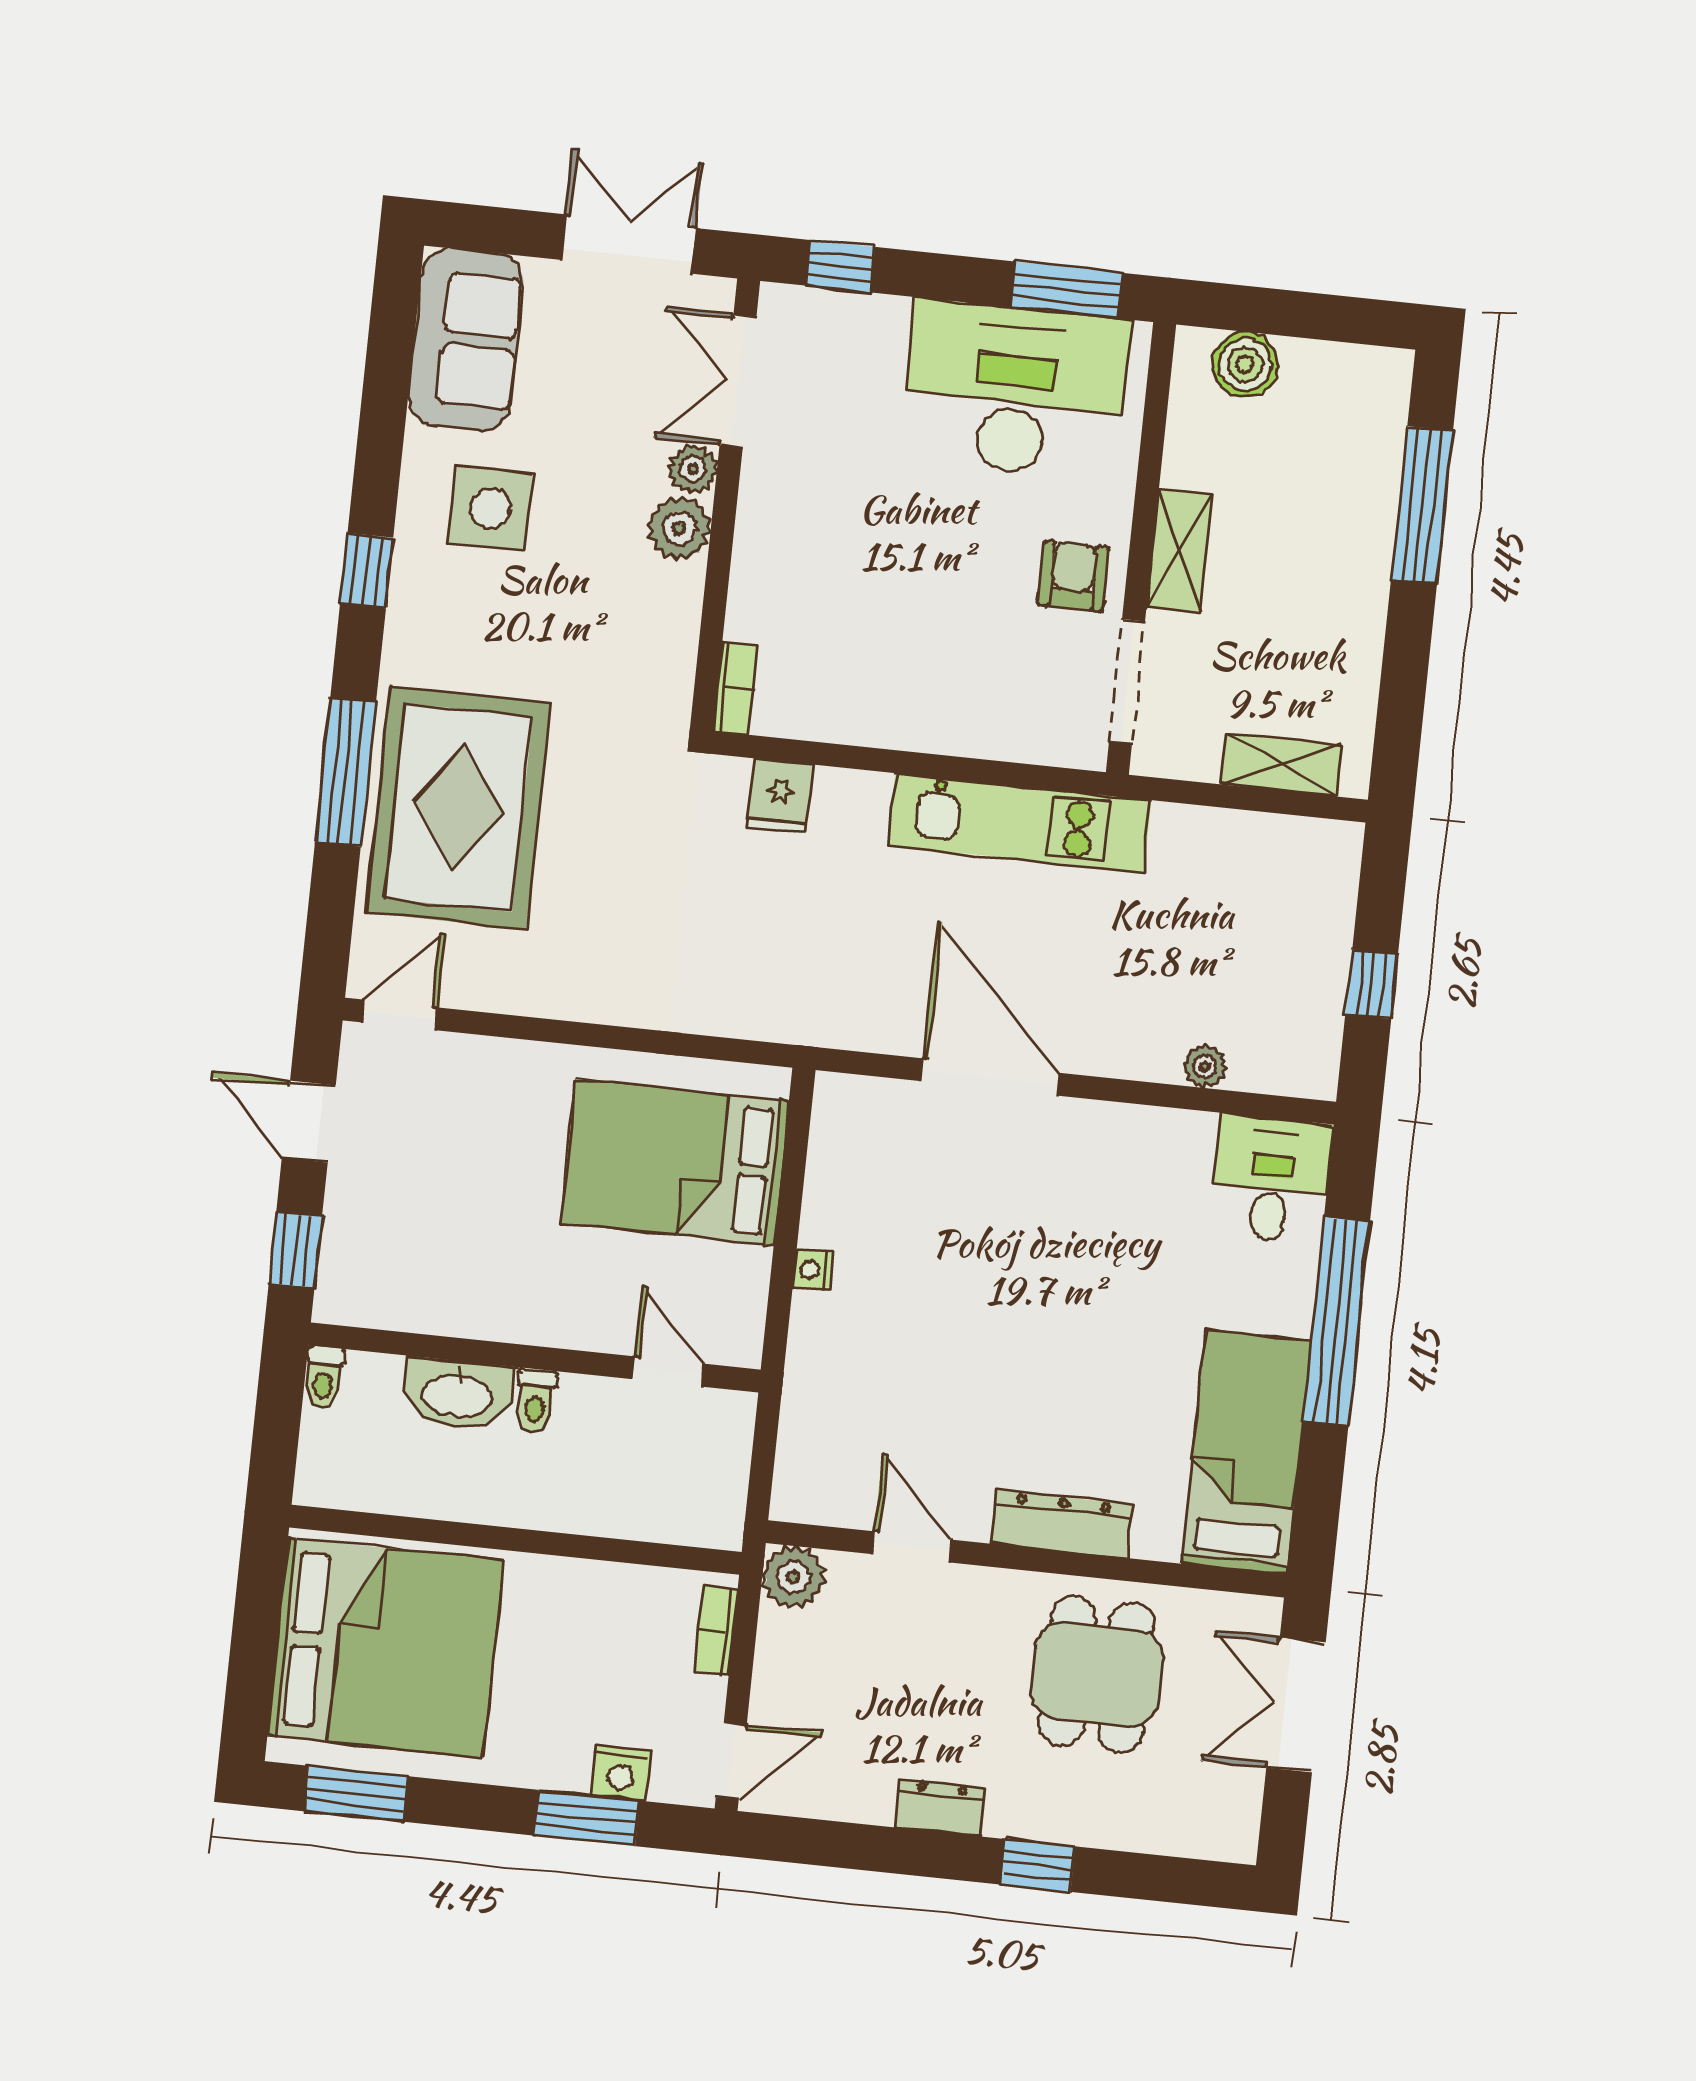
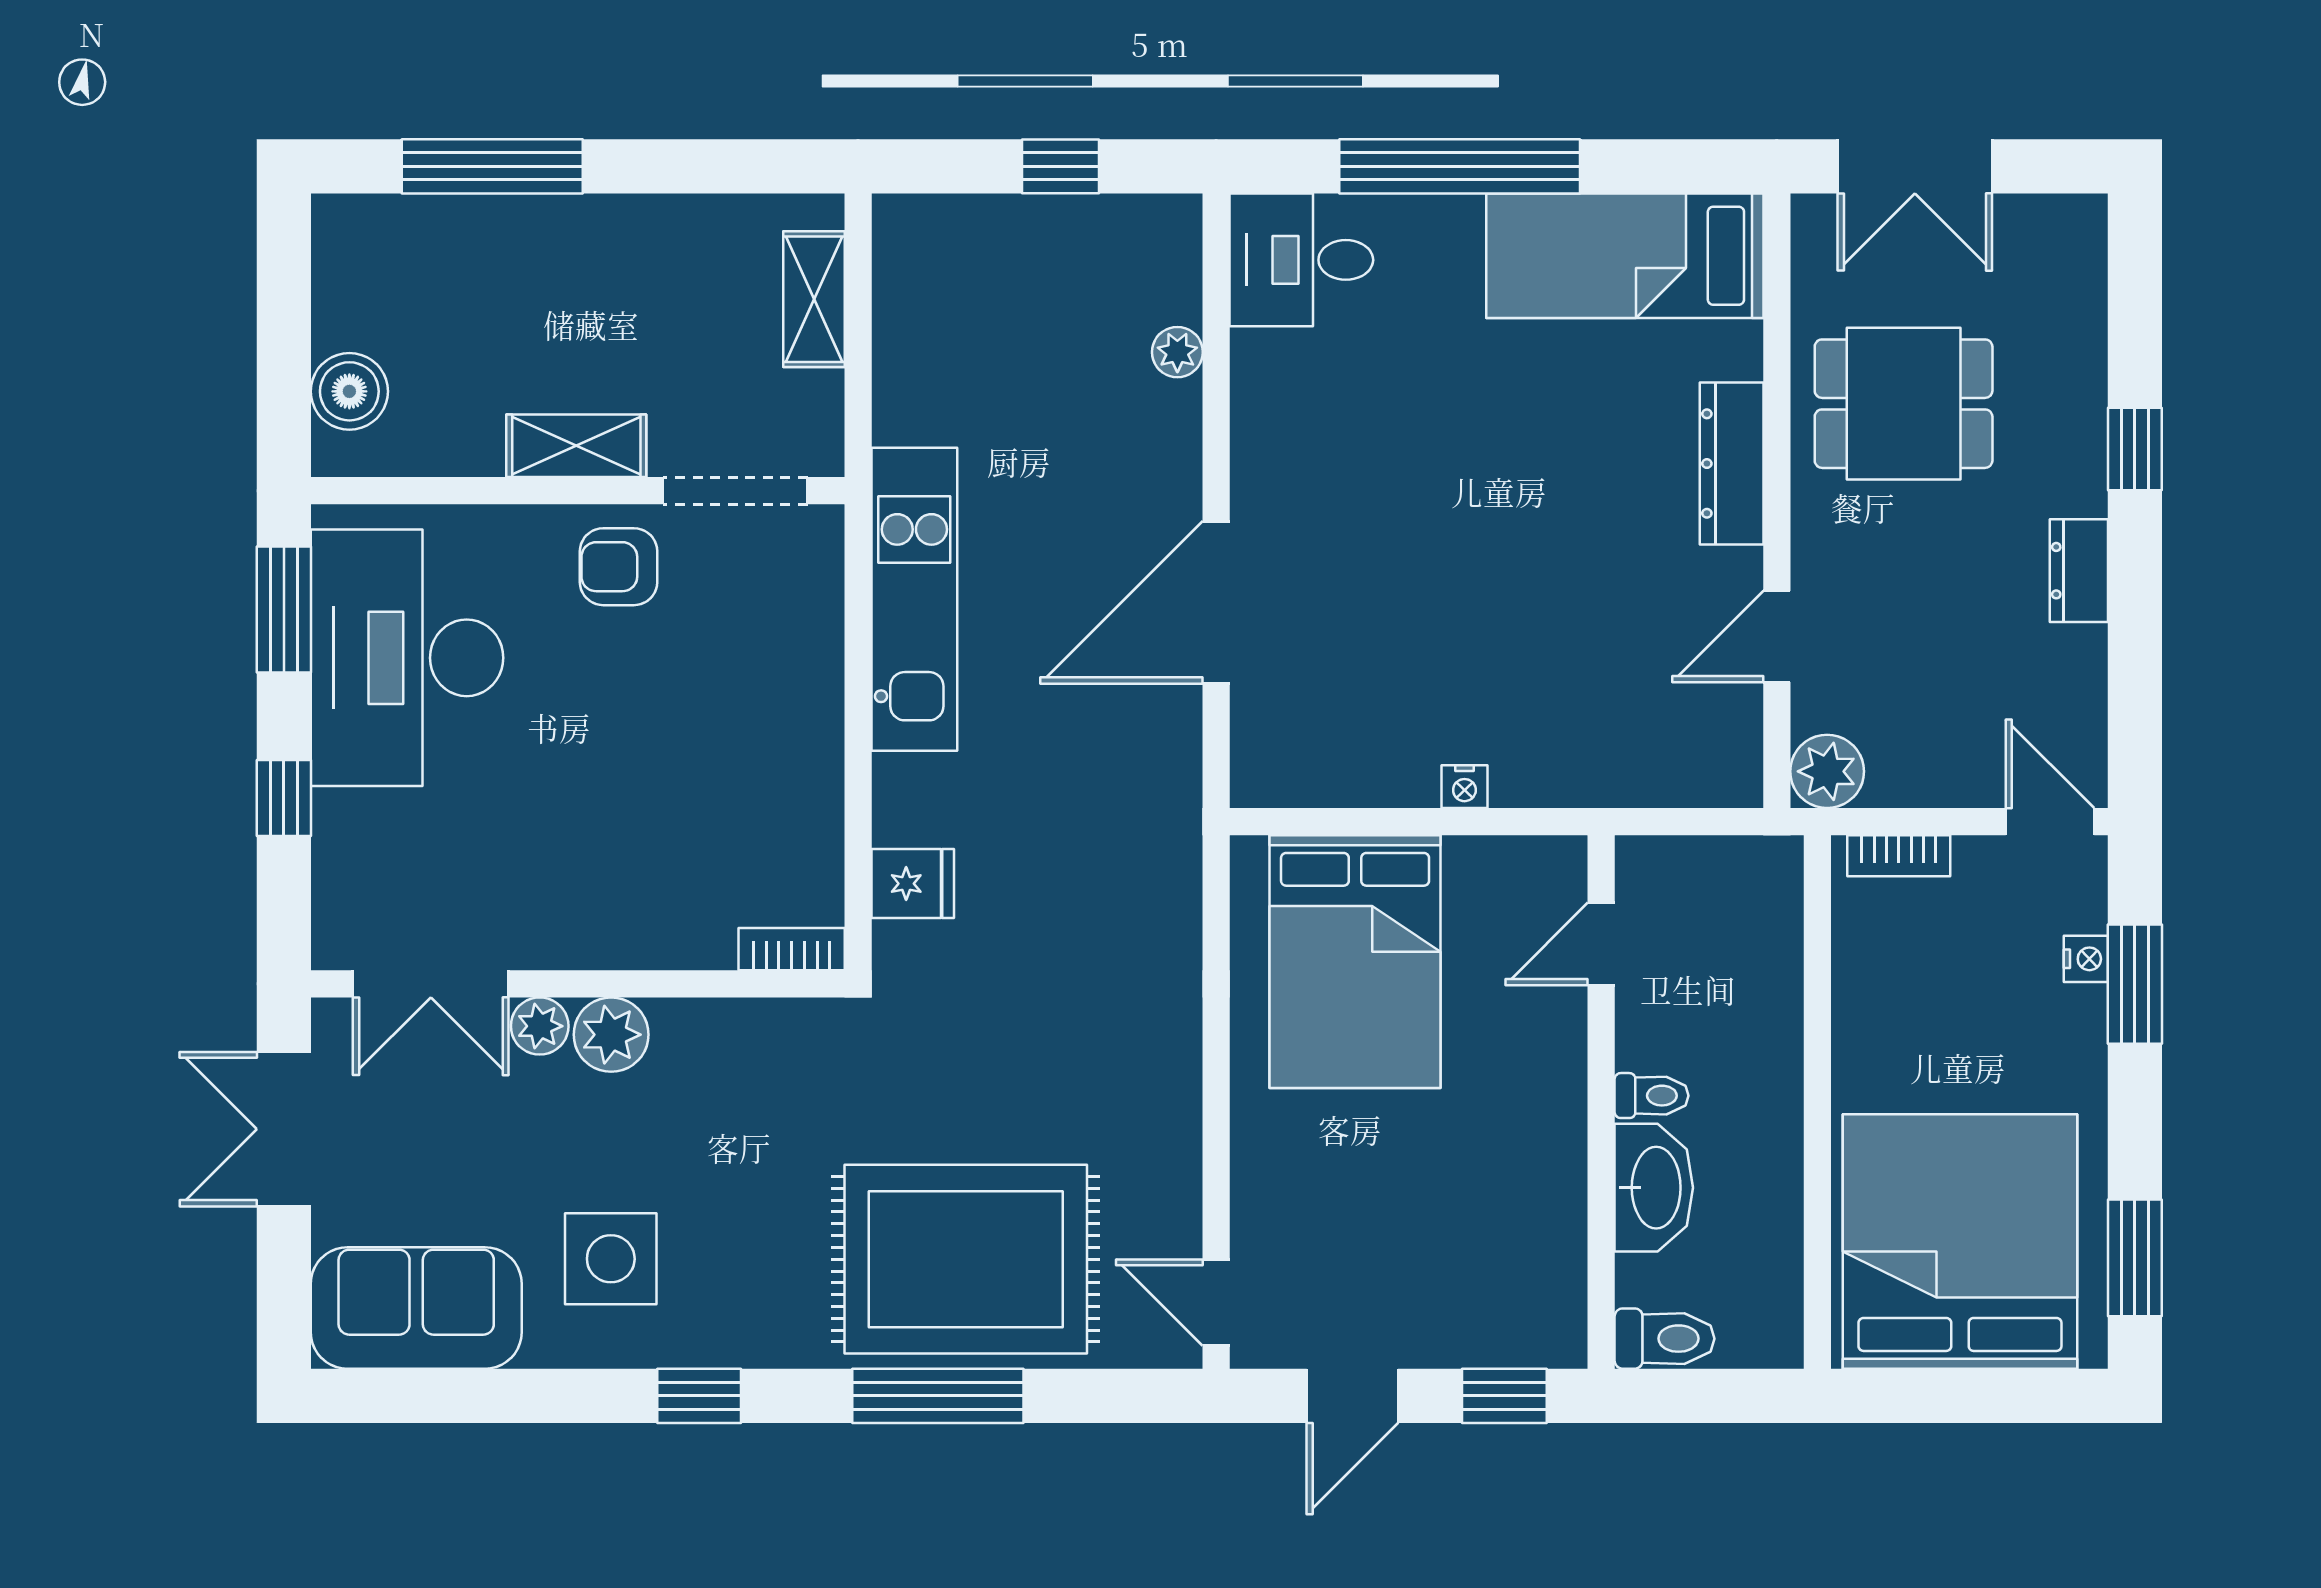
window: (841, 266) -> (284, 798), moved
toilet: (324, 1377) -> (1665, 1339), width x1.37, depth x1.39
nightstand: (621, 1773) -> (2086, 959), width x0.72, depth x0.74

